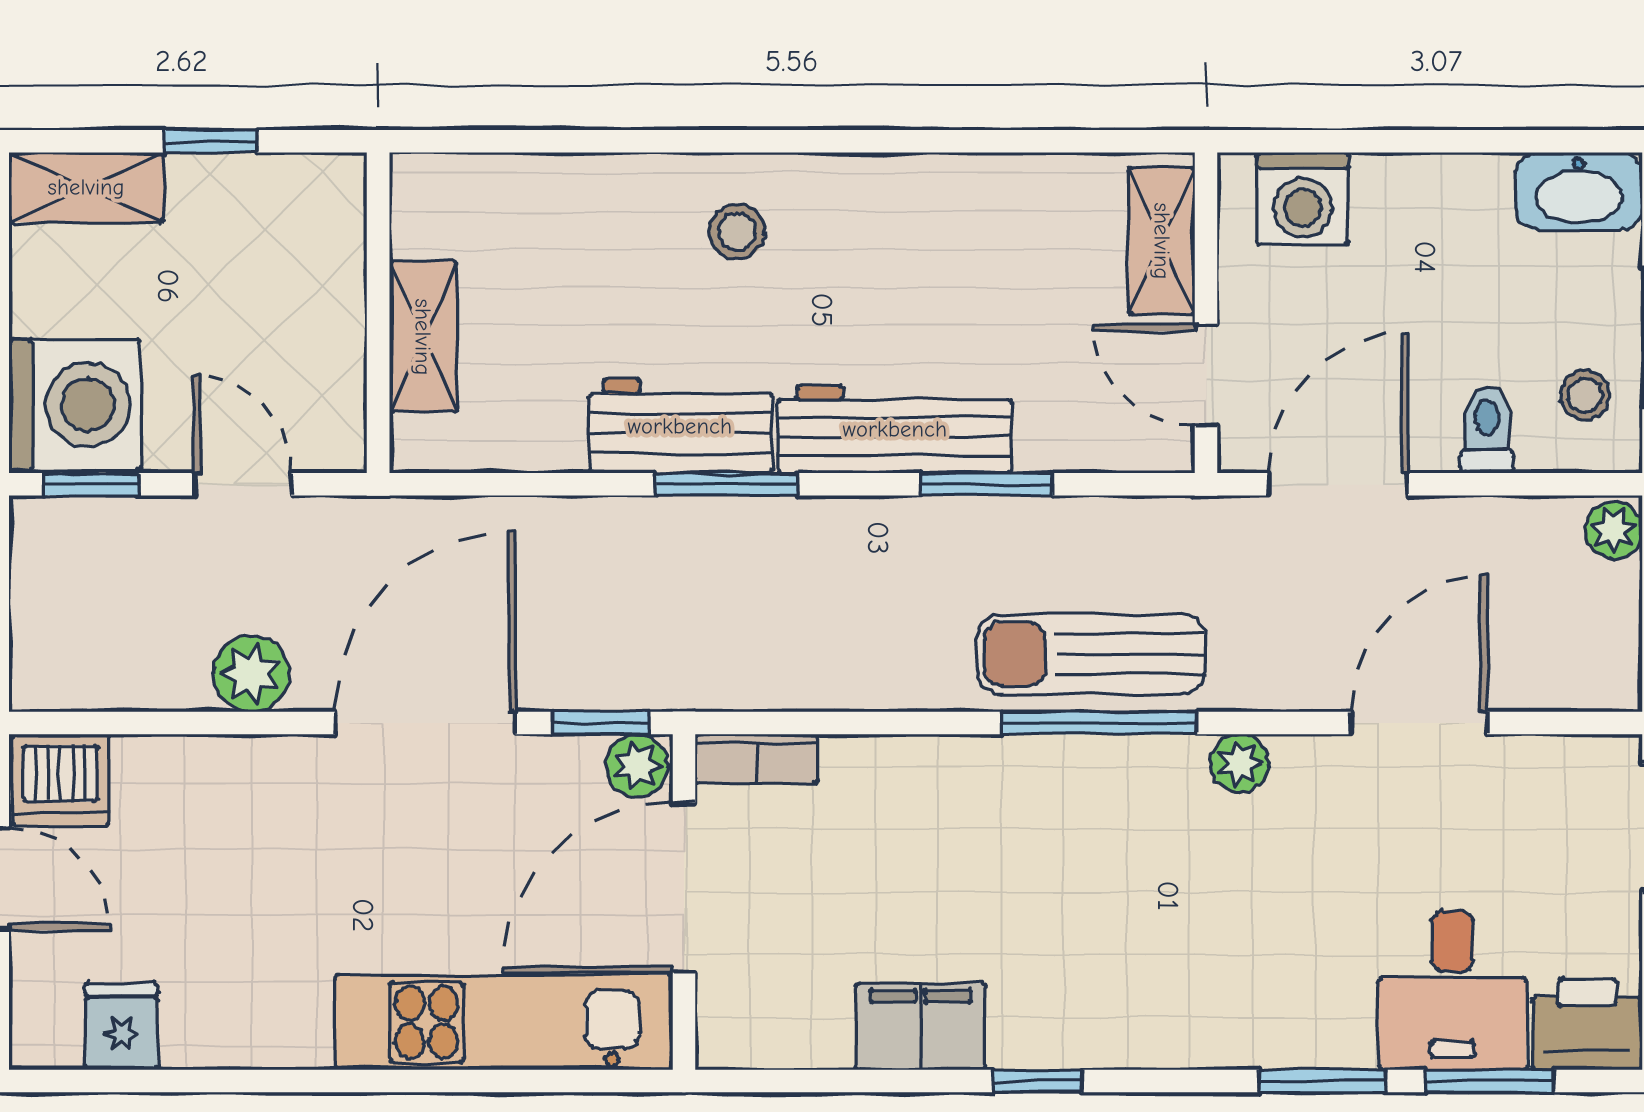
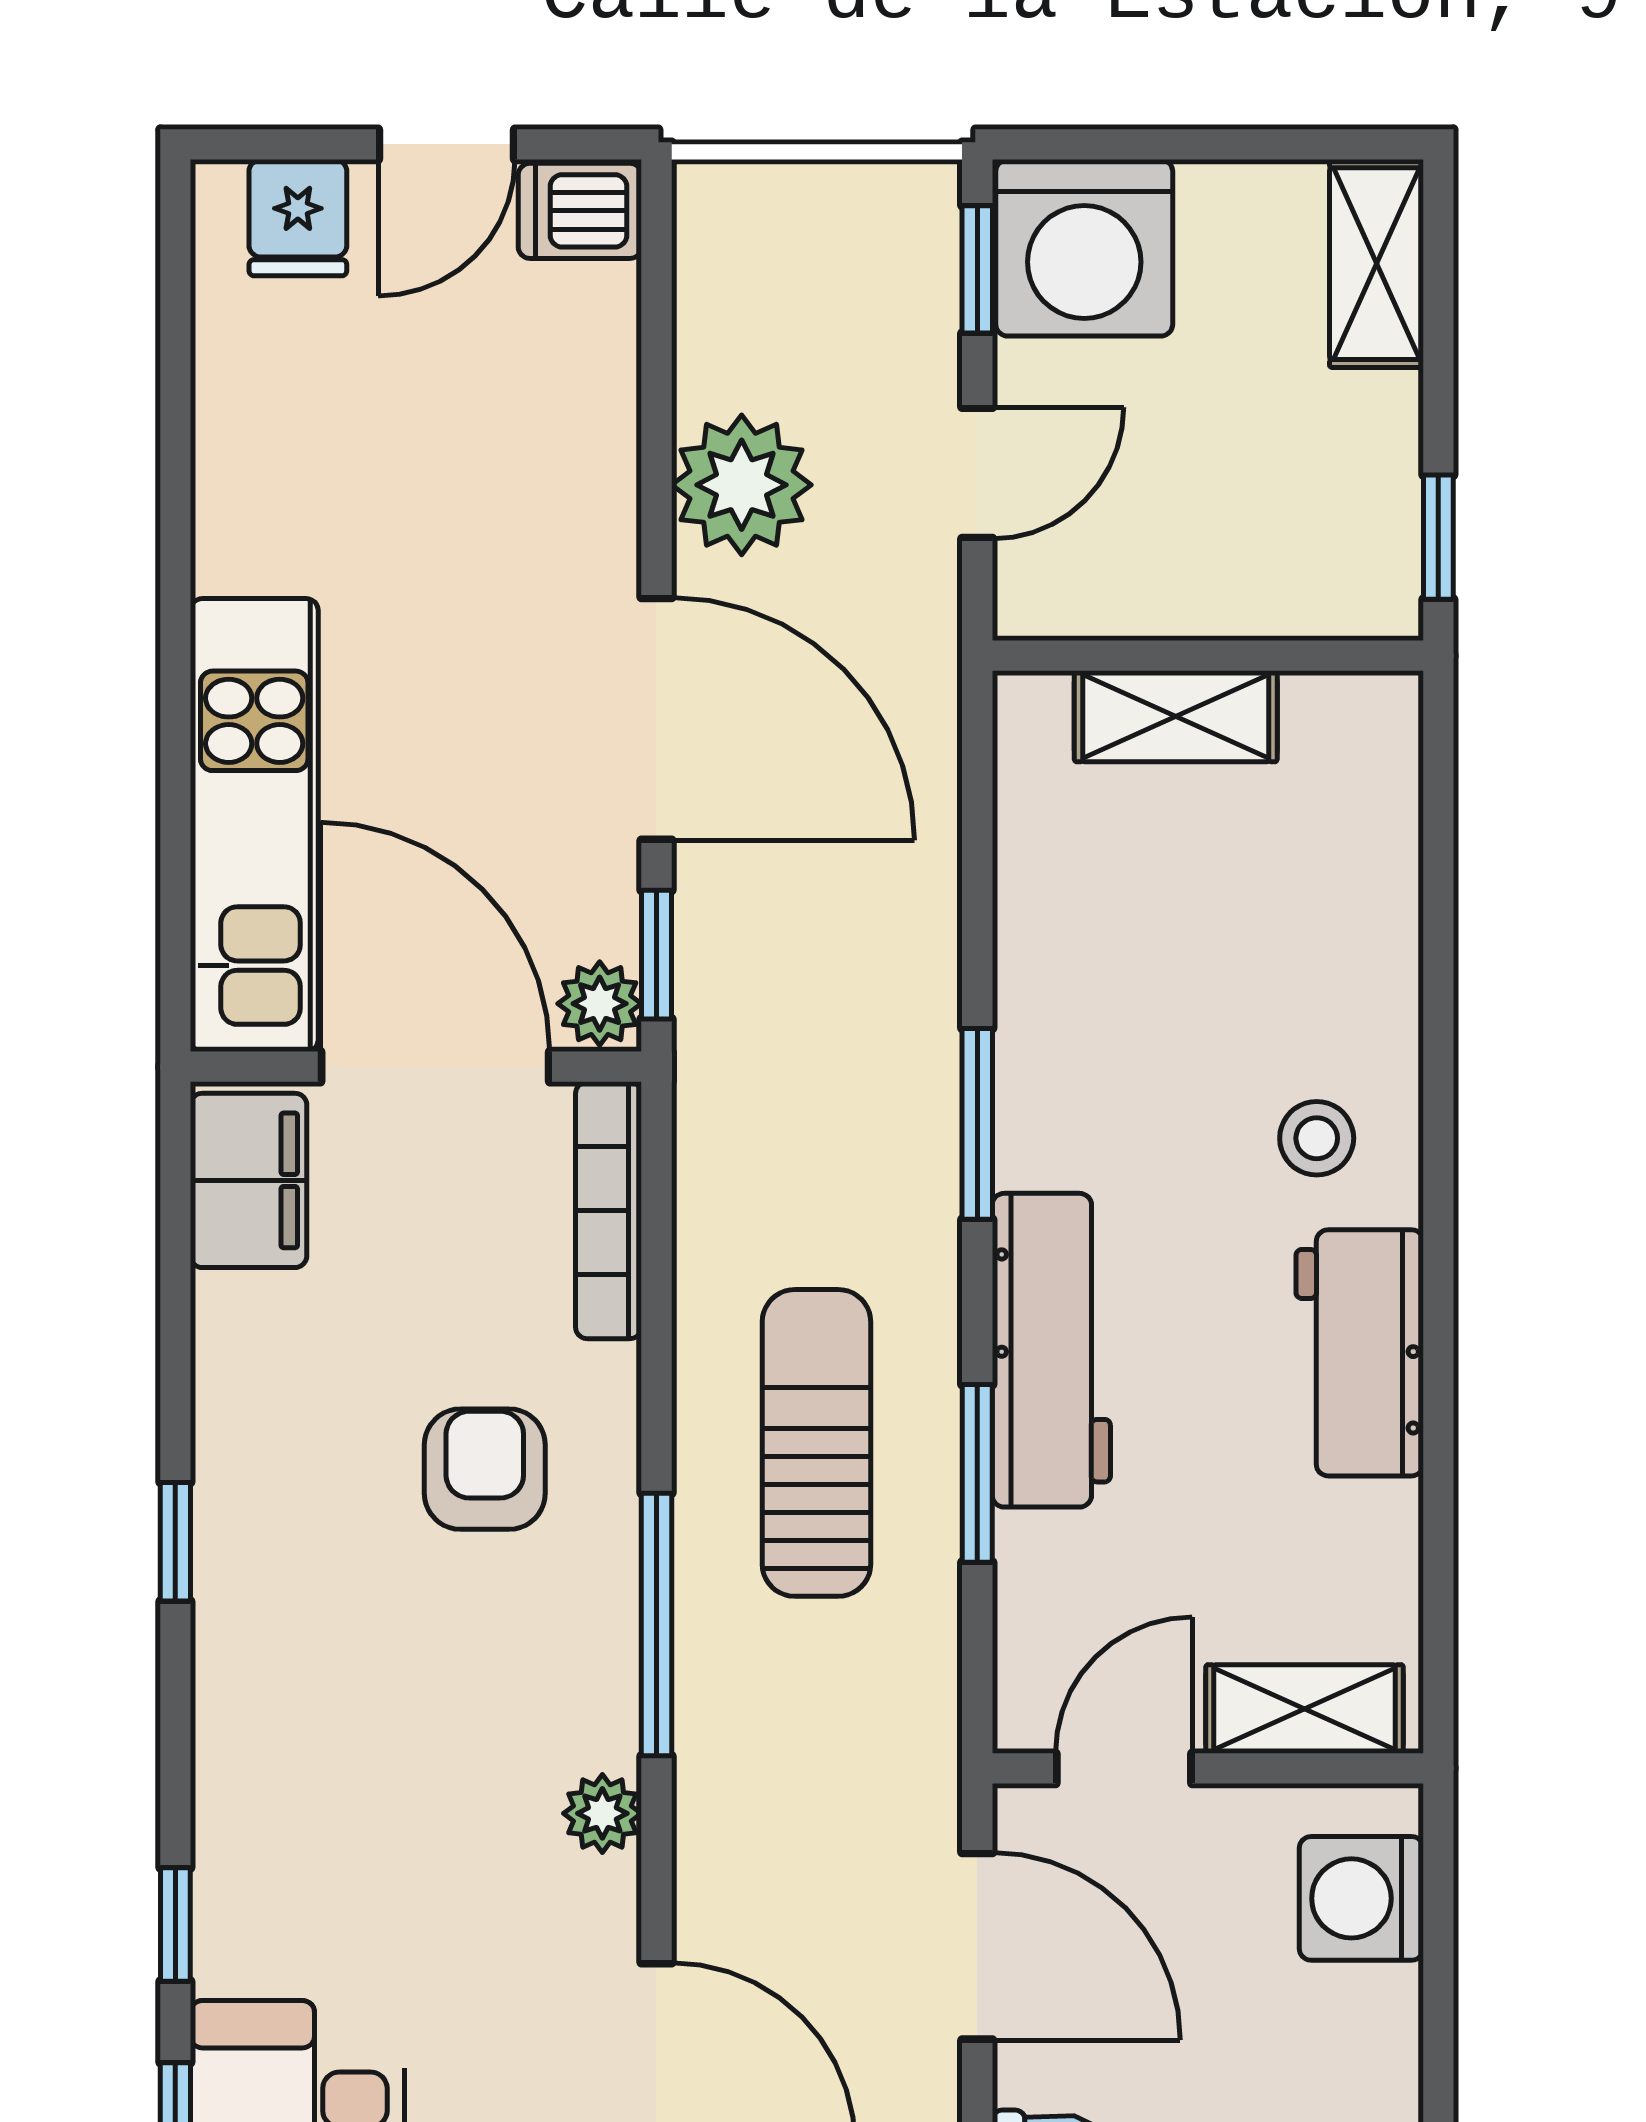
window: (211, 141) -> (1438, 537), moved
workbench: (680, 426) -> (1360, 1353), moved, turned 180
sun lounger: (1092, 654) -> (816, 1443), moved
plant: (251, 674) -> (742, 485), width x1.36, depth x1.36
bookcase: (756, 759) -> (609, 1210), width x1.56
dishwasher: (61, 780) -> (580, 211), width x0.73
armchair: (983, 851) -> (485, 1469), added
filing cabinet: (921, 1026) -> (249, 1180), moved
fridge: (121, 1027) -> (298, 218), moved, turned 90
window: (1322, 1081) -> (175, 1925), width x0.67

